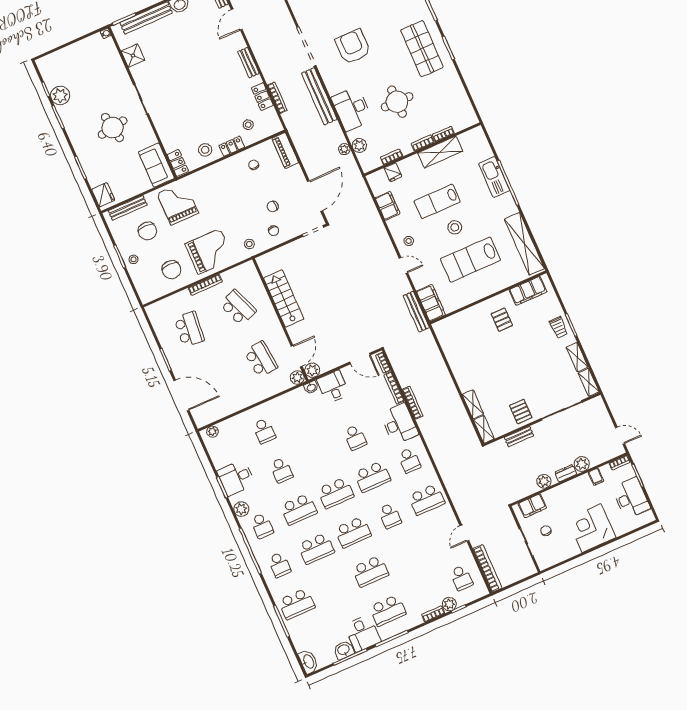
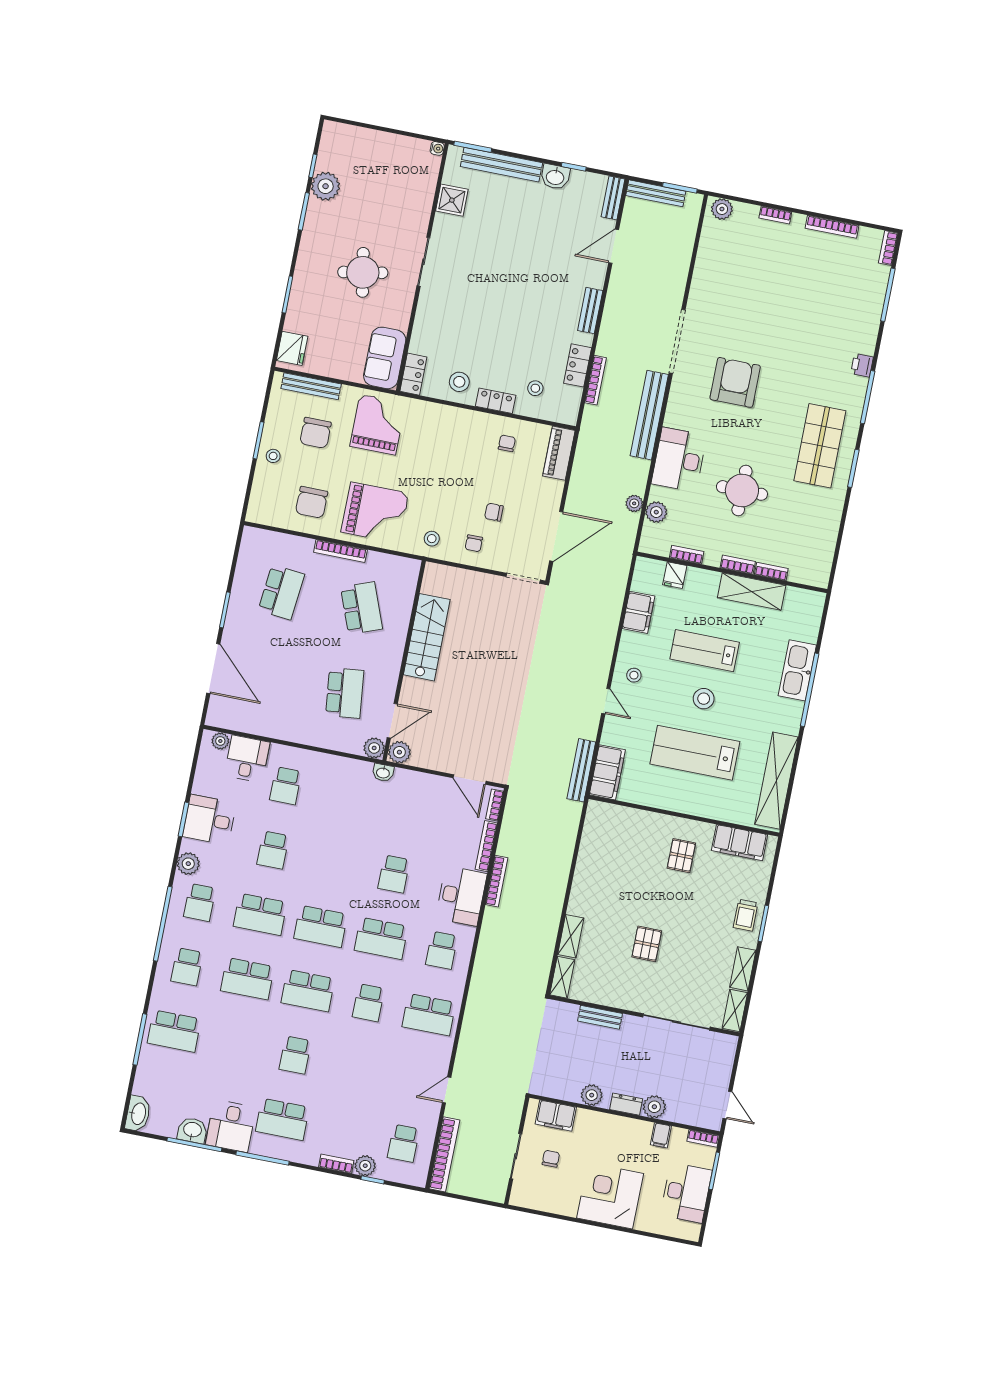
desk: (333, 387) -> (247, 759), moved
pallet: (521, 412) -> (647, 944), moved
school desk: (370, 571) -> (295, 1055), width x0.54

